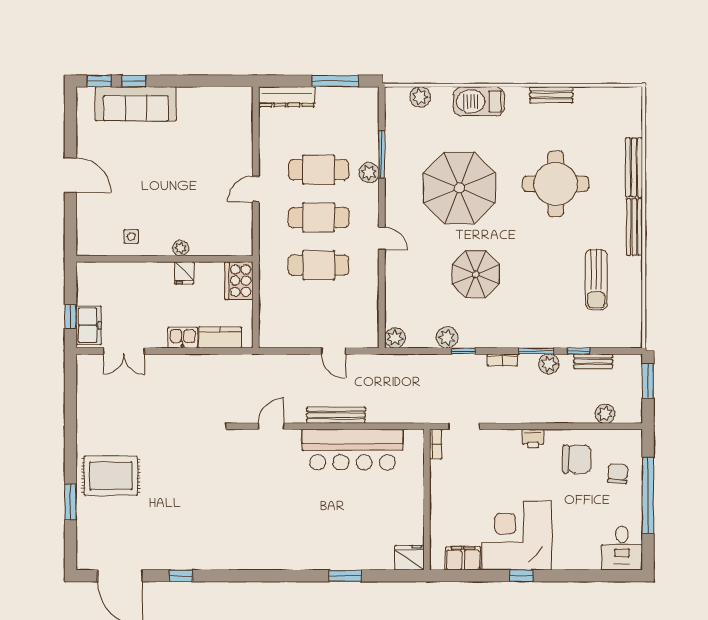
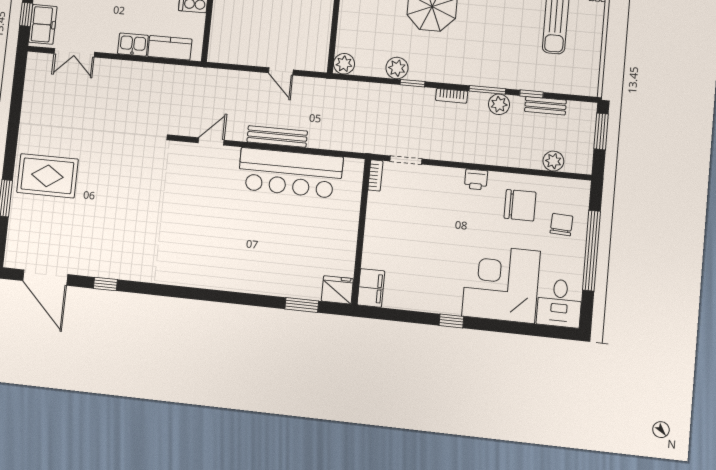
corner desk: (517, 535) -> (501, 284), moved
filing cabinet: (463, 558) -> (371, 288), moved, turned 90
window: (345, 576) -> (302, 305), moved

